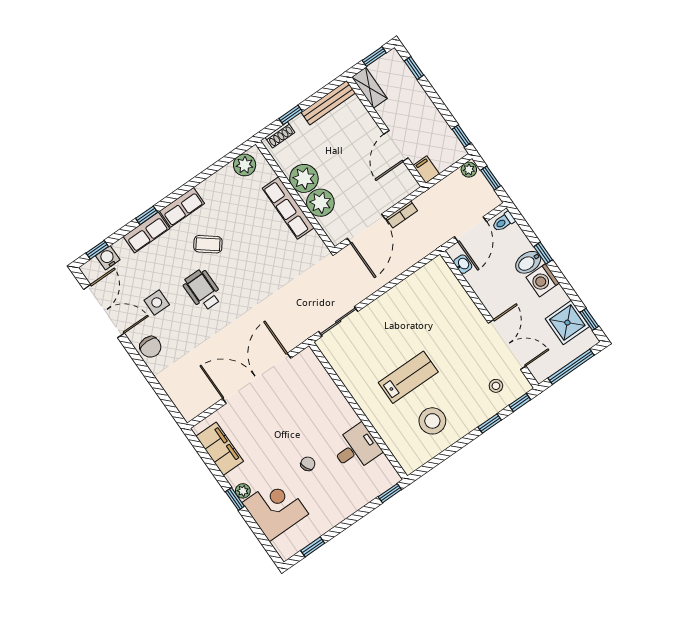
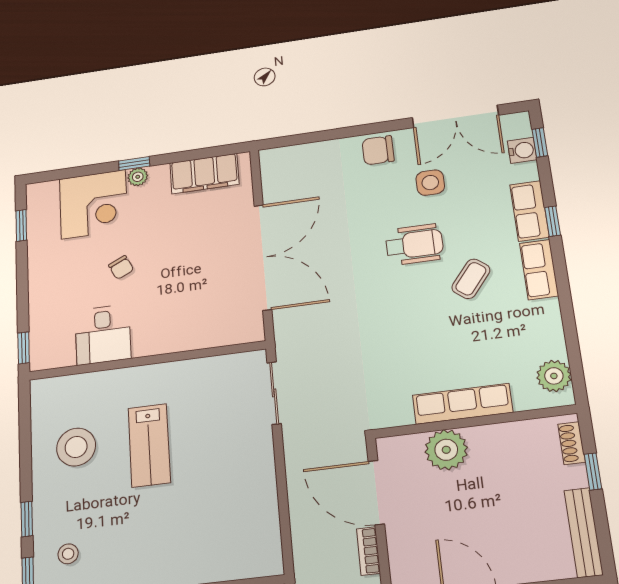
plant: (304, 178) -> (492, 445), removed

